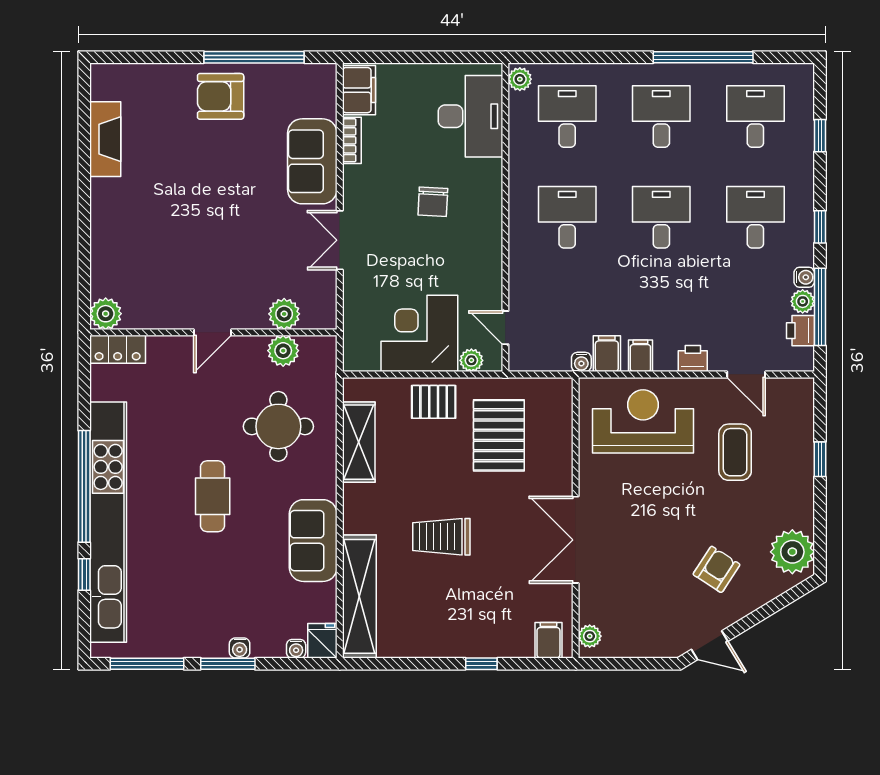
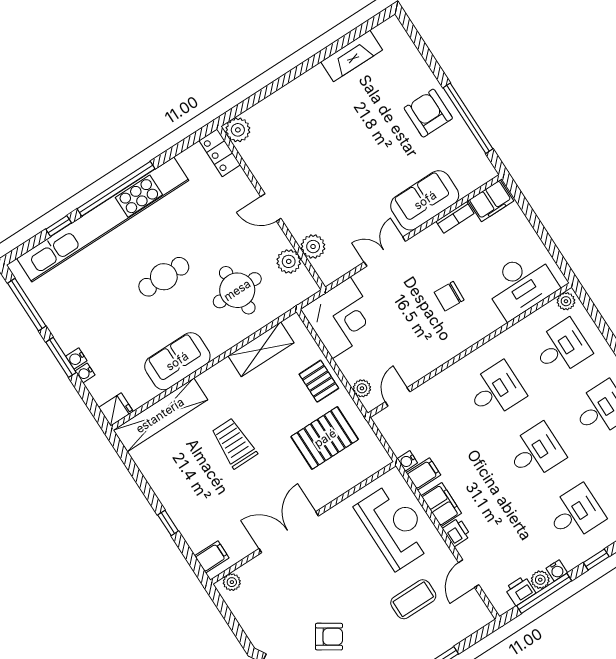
corner desk: (419, 333) -> (341, 318), moved, turned 90
filing cabinet: (640, 356) -> (441, 505), width x2.00
water cooler: (296, 649) -> (85, 373), moved

